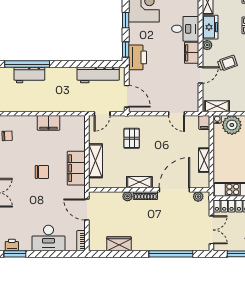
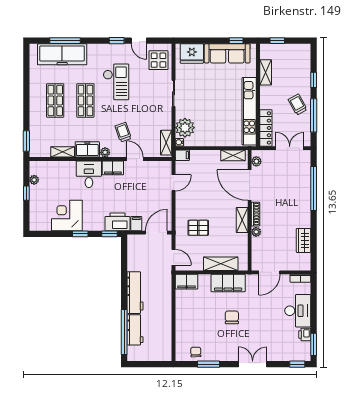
workbench: (98, 75) -> (135, 293), moved
filing cabinet: (136, 76) -> (136, 224), added
filing cabinet: (49, 123) -> (187, 282), moved, turned 90
shelving: (204, 160) -> (233, 155), moved
printer: (12, 245) -> (305, 334), moved

